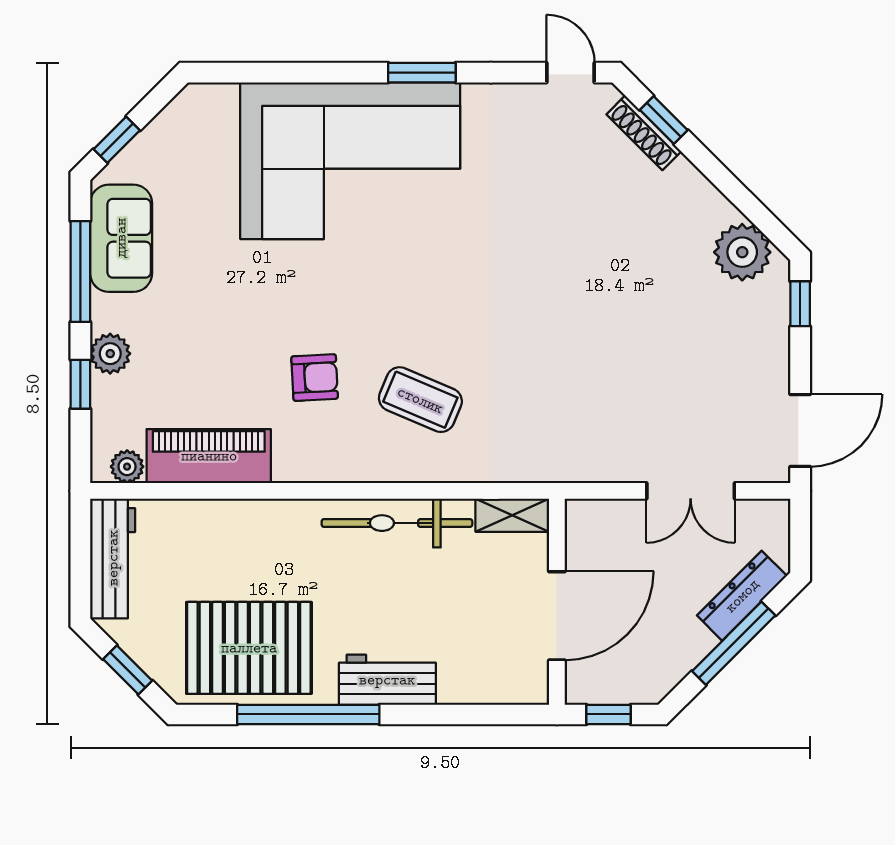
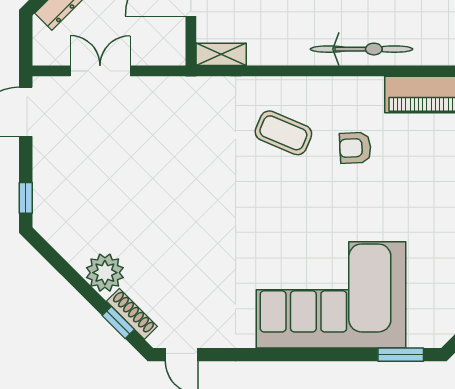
window: (422, 73) -> (401, 355), moved
plant: (742, 252) -> (105, 273), moved
bicycle: (397, 523) -> (362, 49), moved

